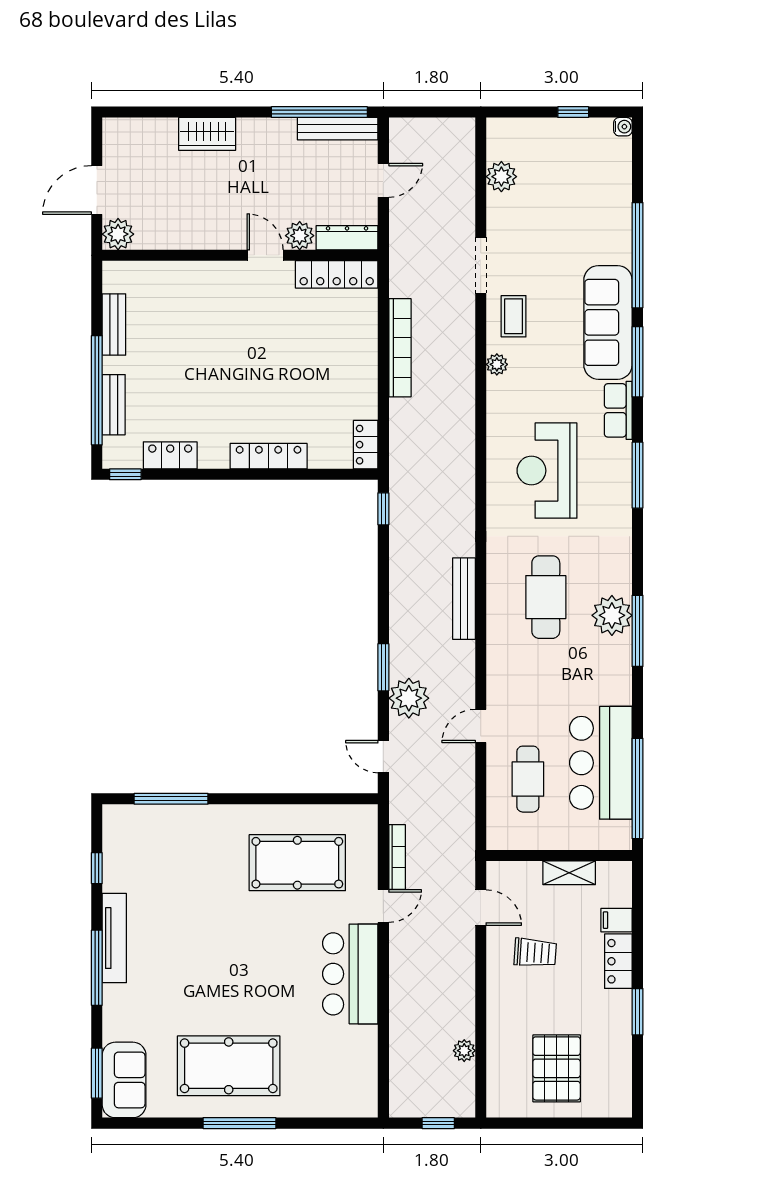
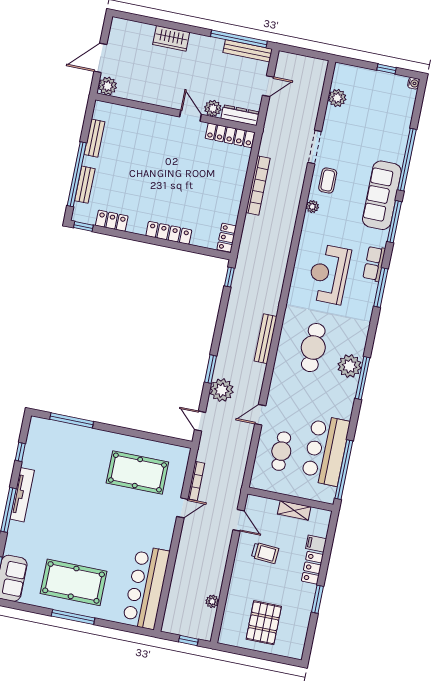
row of seats: (618, 410) -> (374, 264), moved
bar counter: (350, 974) -> (146, 587), moved, width x1.36

